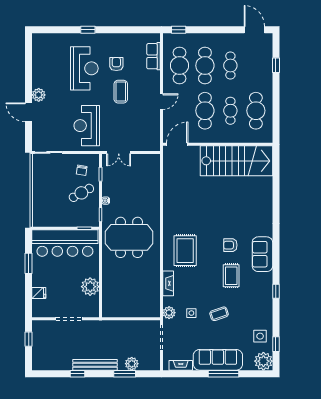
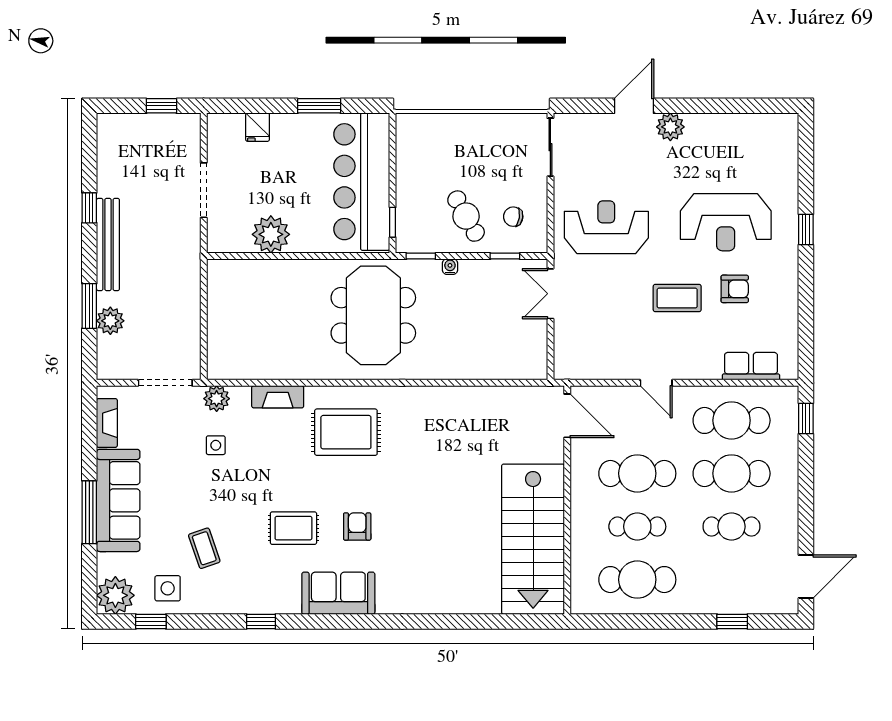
coffee table: (219, 314) -> (204, 548), moved

